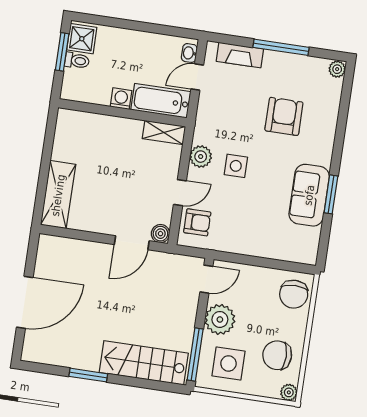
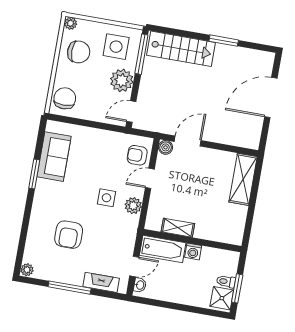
shelving: (164, 132) -> (178, 228), moved
sofa: (309, 195) -> (54, 157), moved

